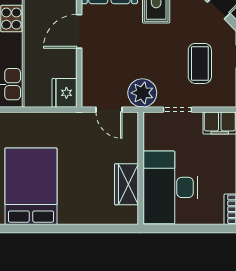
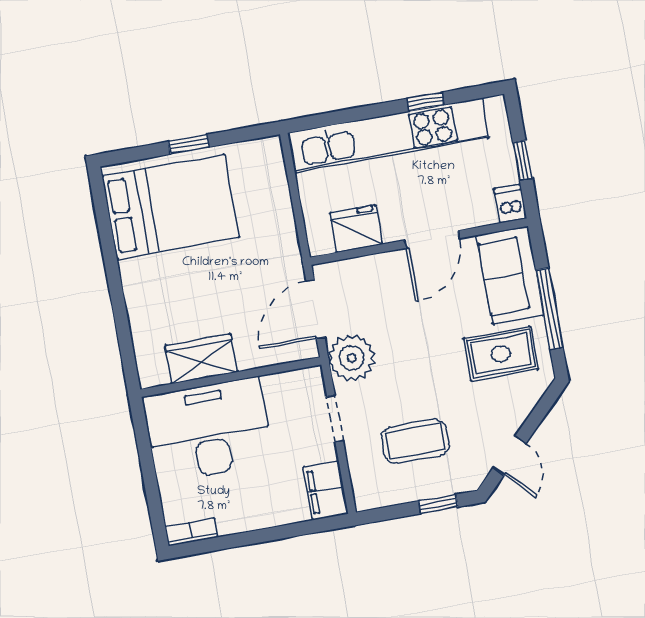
door: (79, 31) -> (432, 239), swing flipped
fridge: (64, 93) -> (356, 229), moved
door: (109, 110) -> (315, 309), width x1.37

